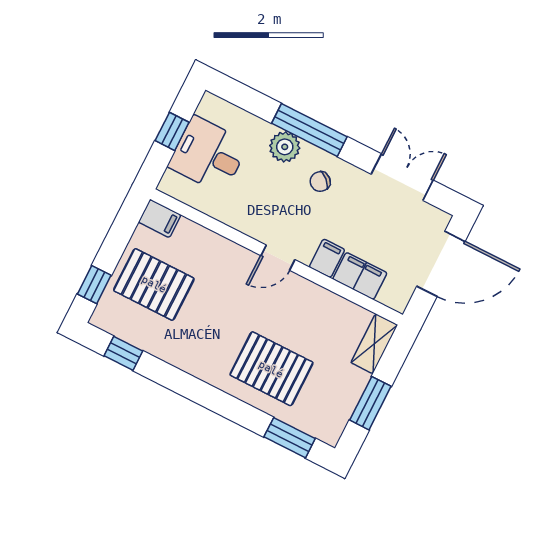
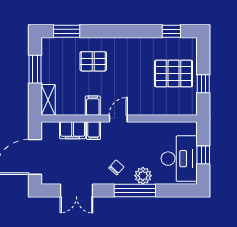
desk: (208, 155) -> (179, 159), width x1.37
filing cabinet: (160, 218) -> (93, 106), moved, turned 90
window: (94, 285) -> (203, 84), moved
pallet: (271, 369) -> (93, 61), width x0.67, depth x0.71

